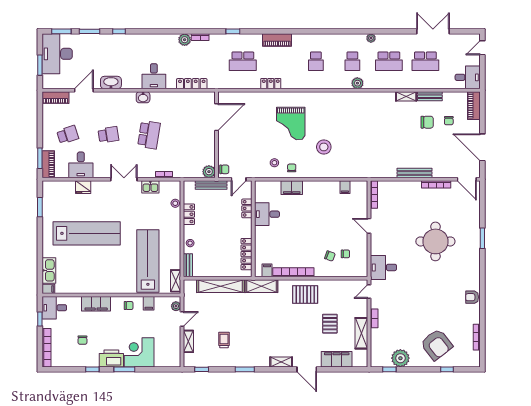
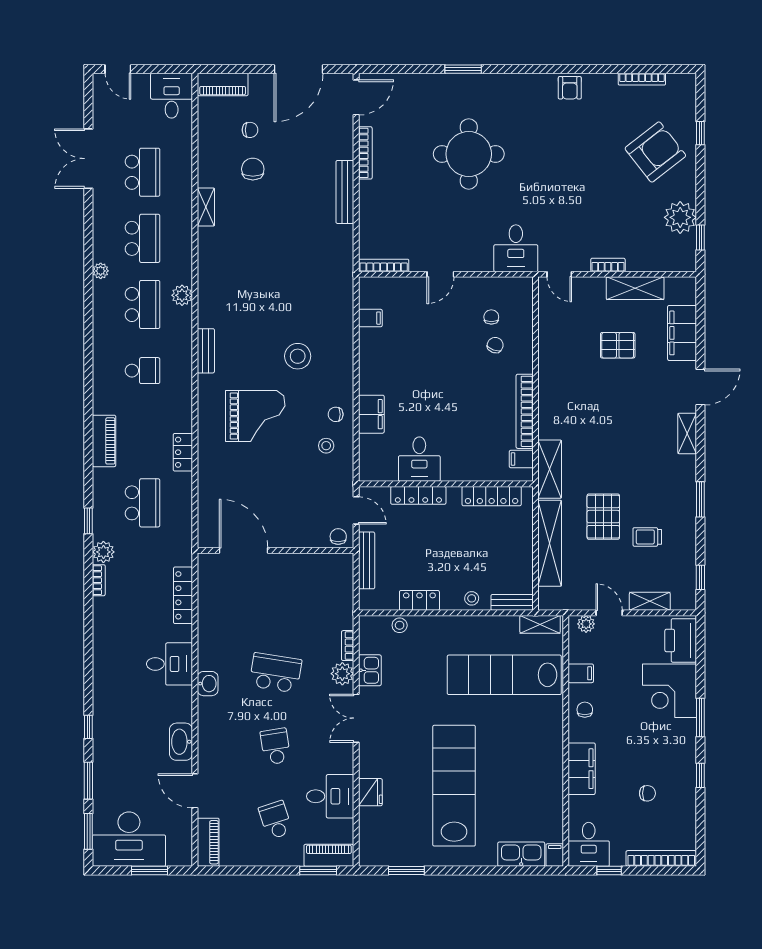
plant: (185, 40) -> (103, 552), moved
school desk: (352, 61) -> (142, 304), width x1.85
bench: (430, 96) -> (206, 351), moved
plant: (209, 172) -> (342, 674), moved
locker: (247, 208) -> (418, 495), width x1.53
pallet: (305, 295) -> (603, 517), moved
printer: (111, 358) -> (681, 640), moved

